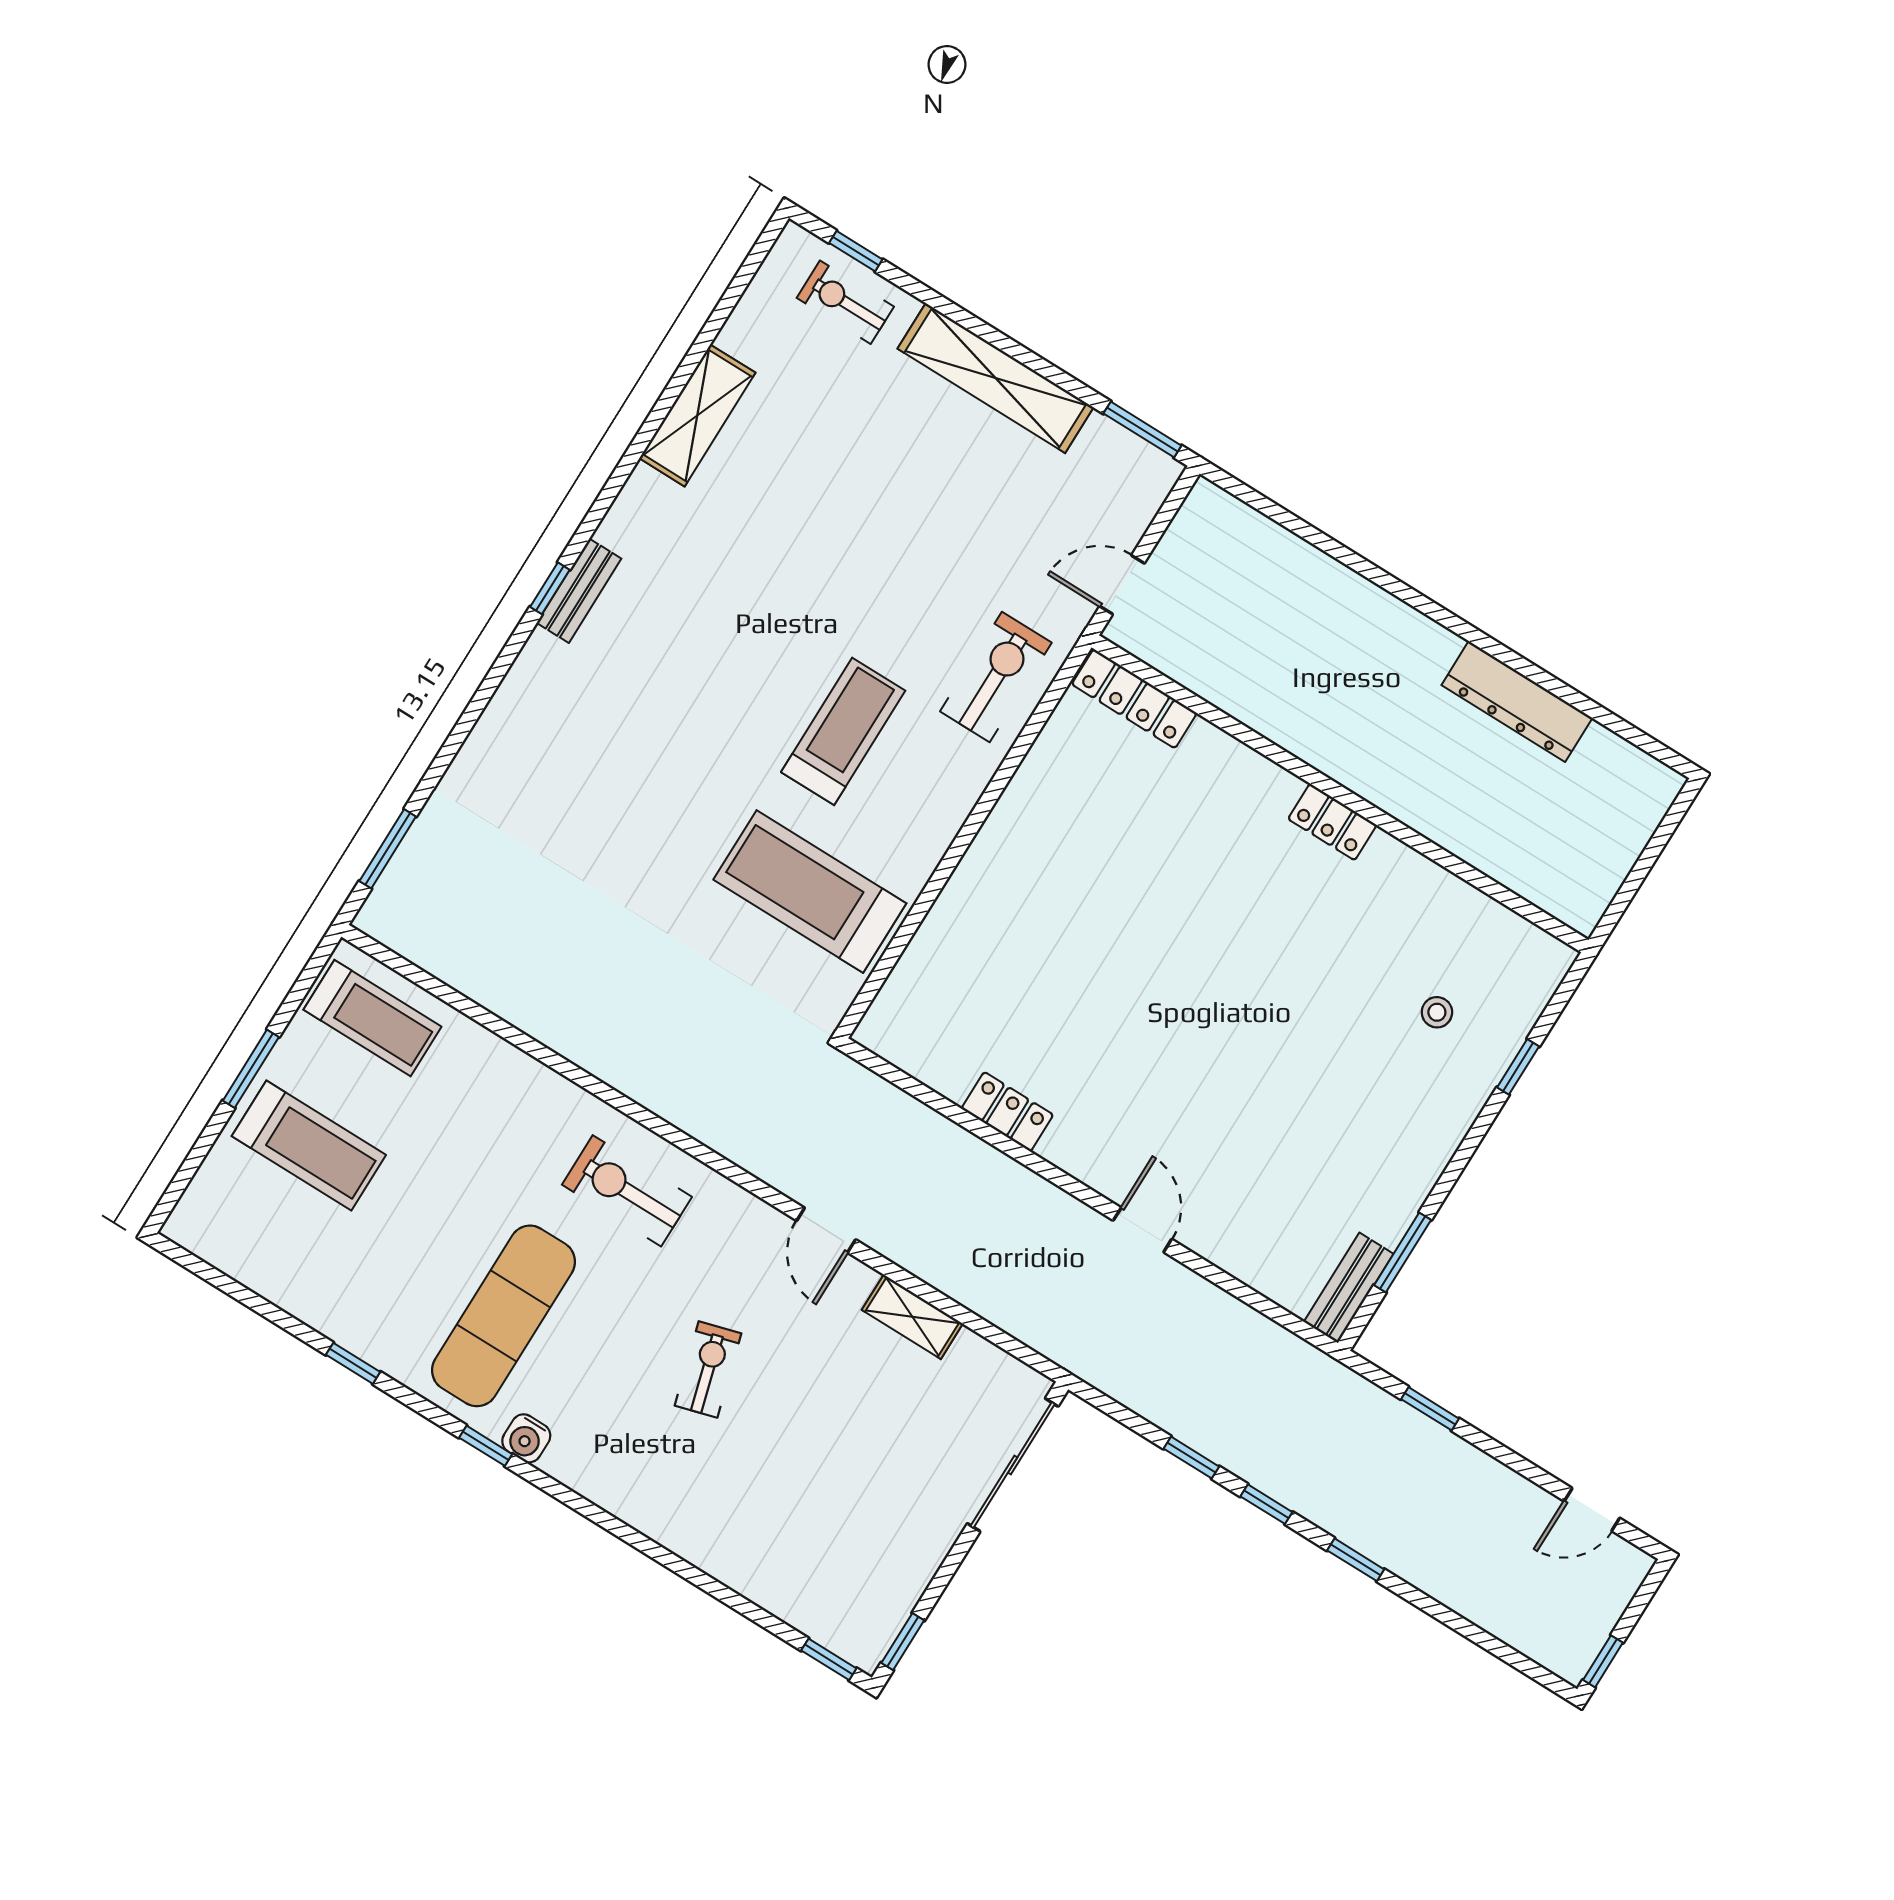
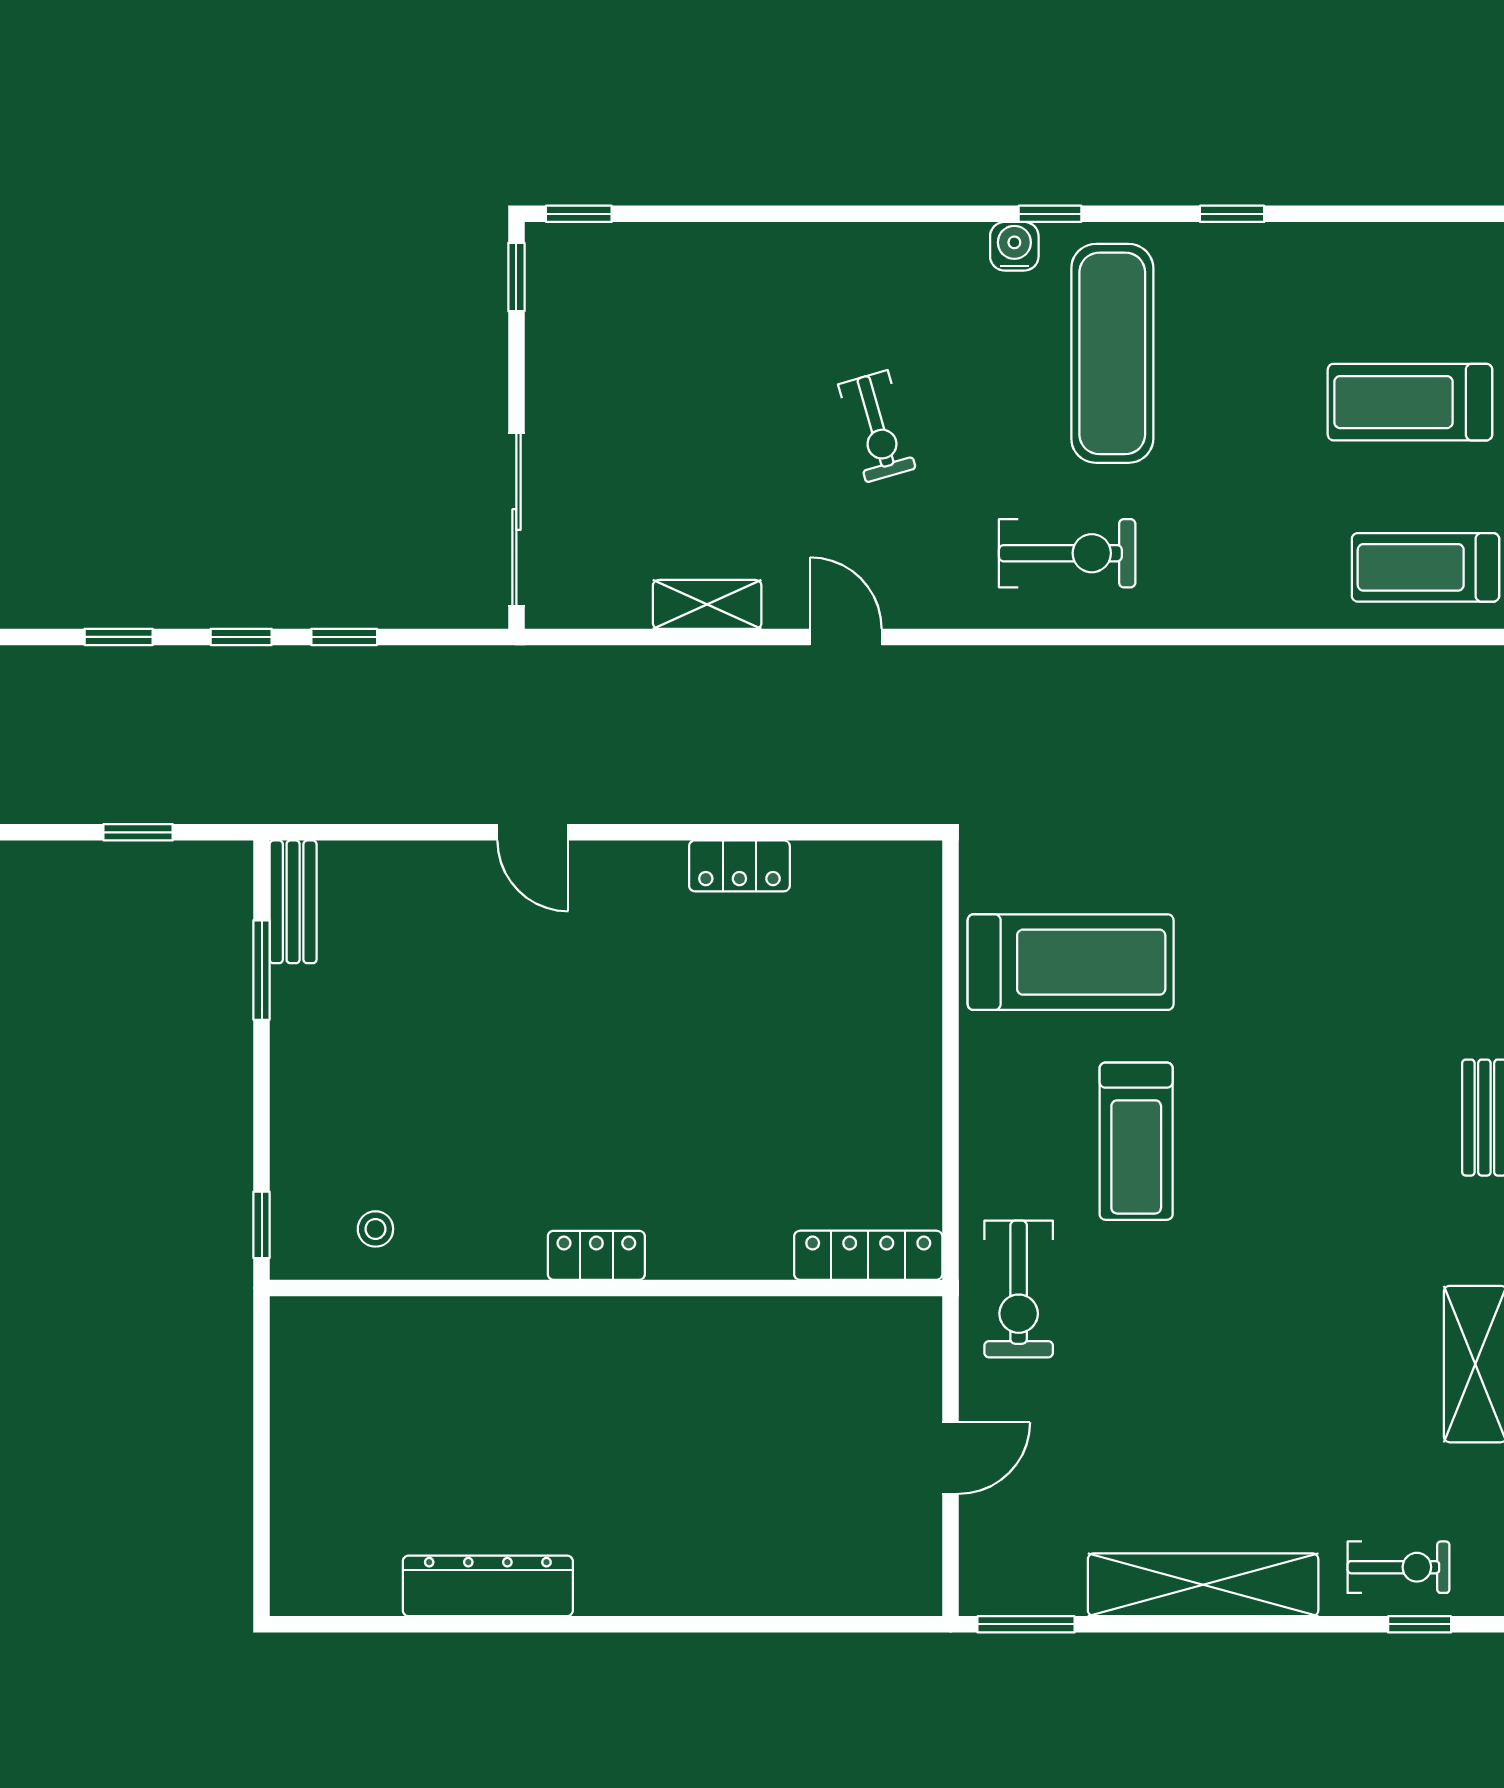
locker: (1134, 699) -> (868, 1255), moved
wall: (1340, 794) -> (606, 1288), moved
locker: (1332, 822) -> (596, 1255), moved

